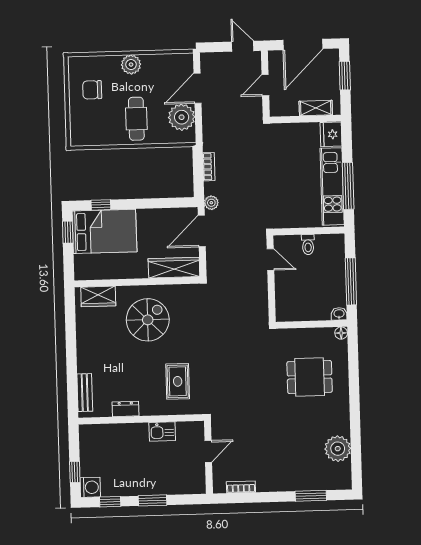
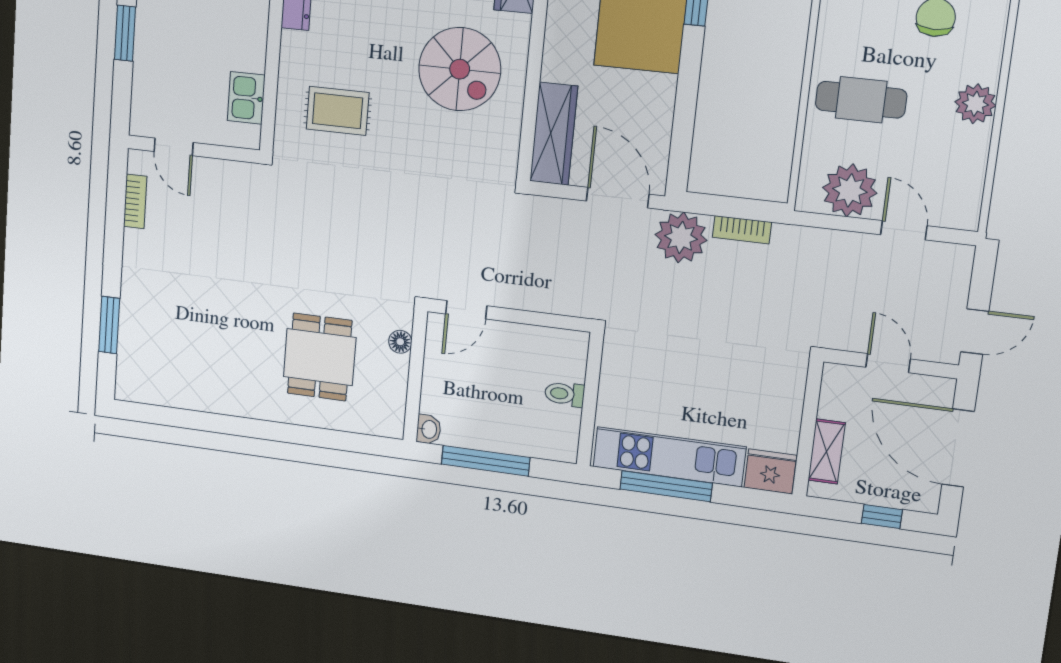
window: (345, 76) -> (882, 517), width x0.67
door: (197, 88) -> (904, 230), width x0.73
plant: (211, 203) -> (681, 237), width x1.88, depth x1.88
door: (270, 260) -> (466, 310), moved
floor lamp: (341, 333) -> (400, 342), moved
kitchen sink: (162, 432) -> (246, 98), moved
plant: (338, 449) -> (187, 386), removed
door: (208, 451) -> (174, 147), moved

